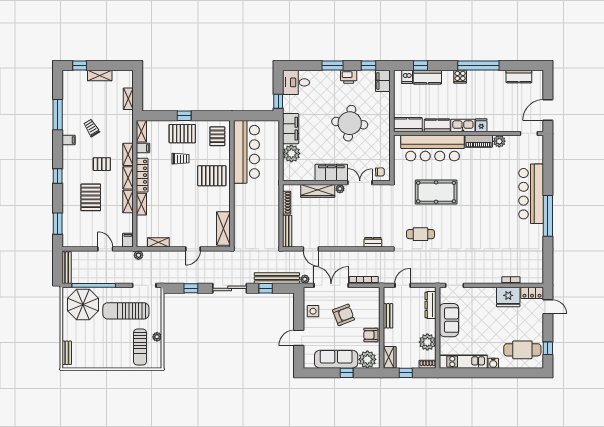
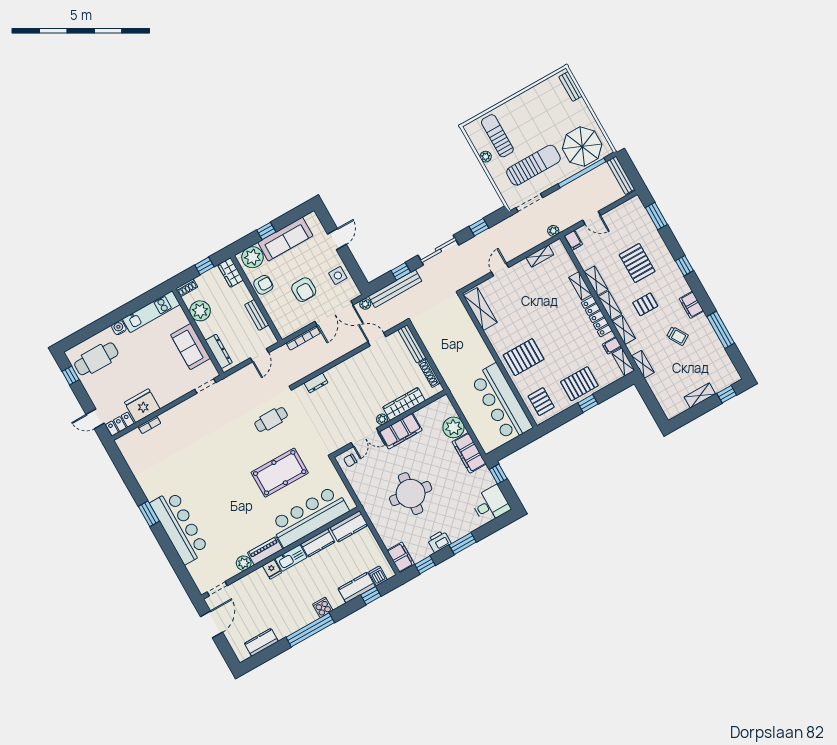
shelving: (128, 99) -> (643, 364), moved
filing cabinet: (69, 140) -> (691, 305), width x2.00
trolley: (181, 159) -> (566, 357), removed
window: (548, 216) -> (149, 514), width x0.47
armchair: (344, 315) -> (304, 290), turned -70

